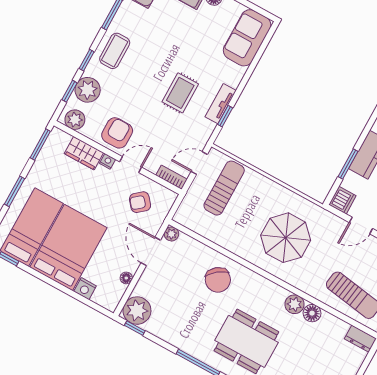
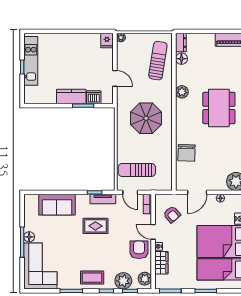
sofa: (247, 38) -> (57, 205), moved
tv unit: (221, 104) -> (103, 199), moved
armchair: (117, 133) -> (139, 250), turned 90
dishwasher: (342, 200) -> (94, 97), moved
plant: (171, 234) -> (180, 186), removed
chair: (218, 280) -> (187, 153), moved, turned 130
floor lamp: (312, 313) -> (181, 59), moved

